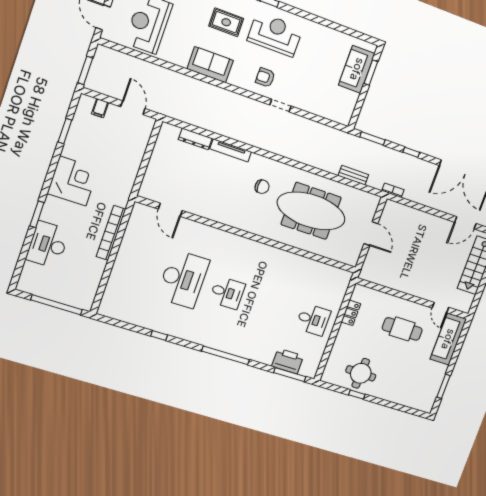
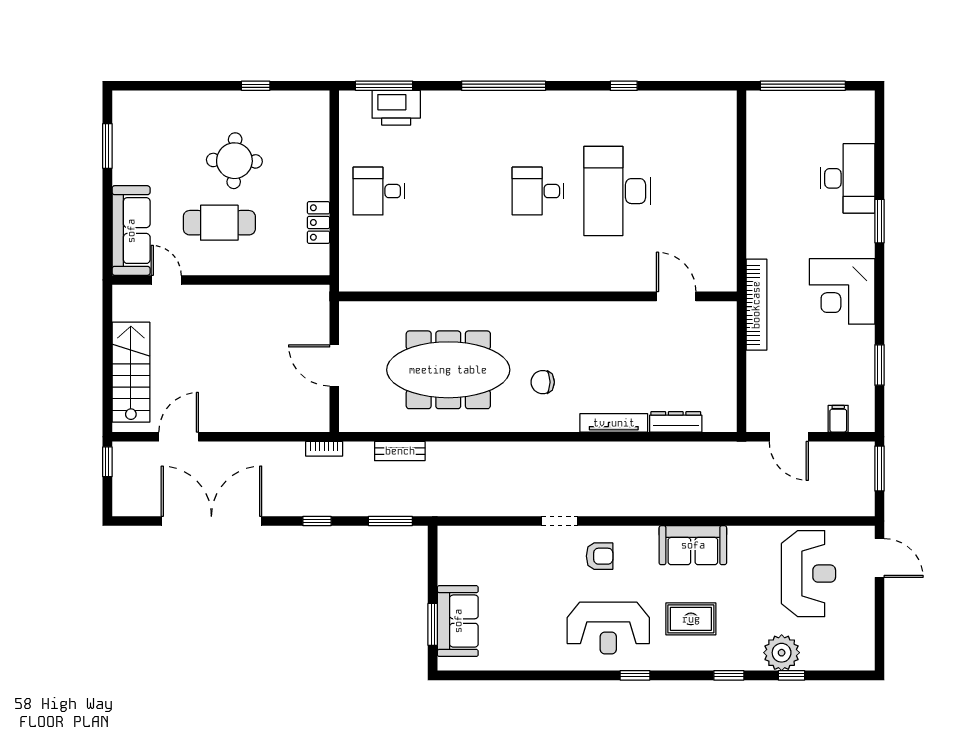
bookcase: (111, 233) -> (756, 305), moved
round table: (361, 373) -> (234, 161), moved

